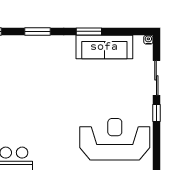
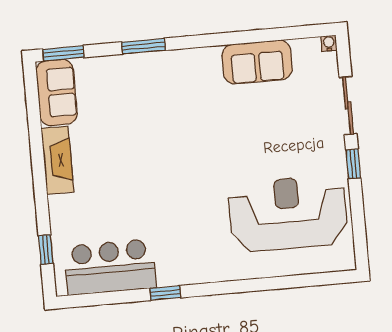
window: (89, 31) -> (229, 39), removed
sofa: (104, 47) -> (257, 62), width x0.73

